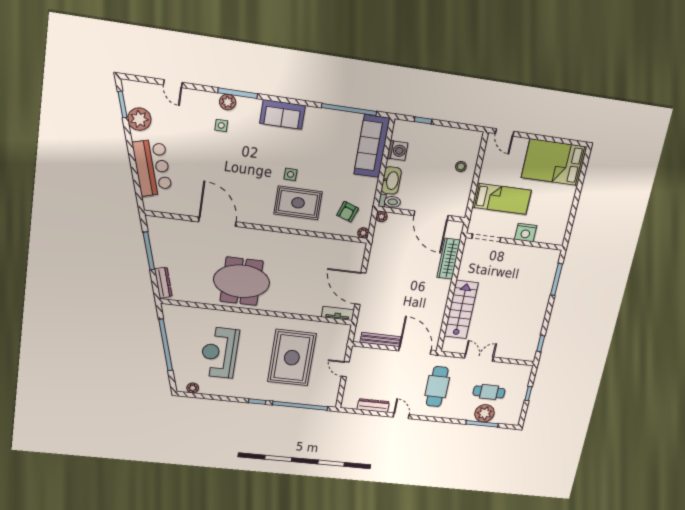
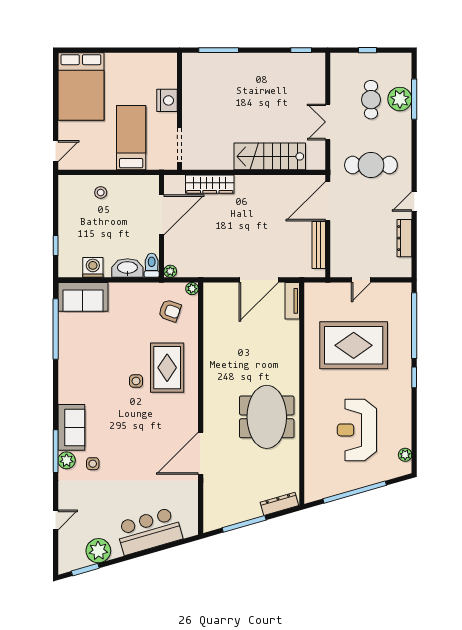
sofa: (283, 114) -> (71, 427), moved
sofa: (372, 146) -> (83, 297), width x0.73
reception desk: (219, 353) -> (357, 430), turned 90

